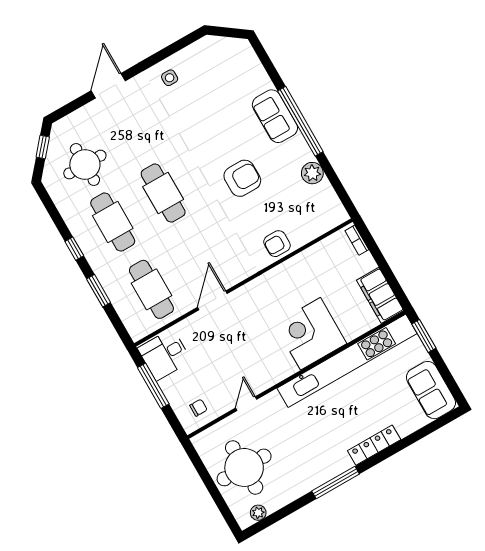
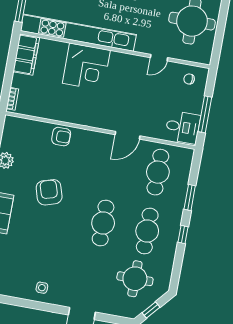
armchair: (242, 178) -> (49, 192), turned 73

